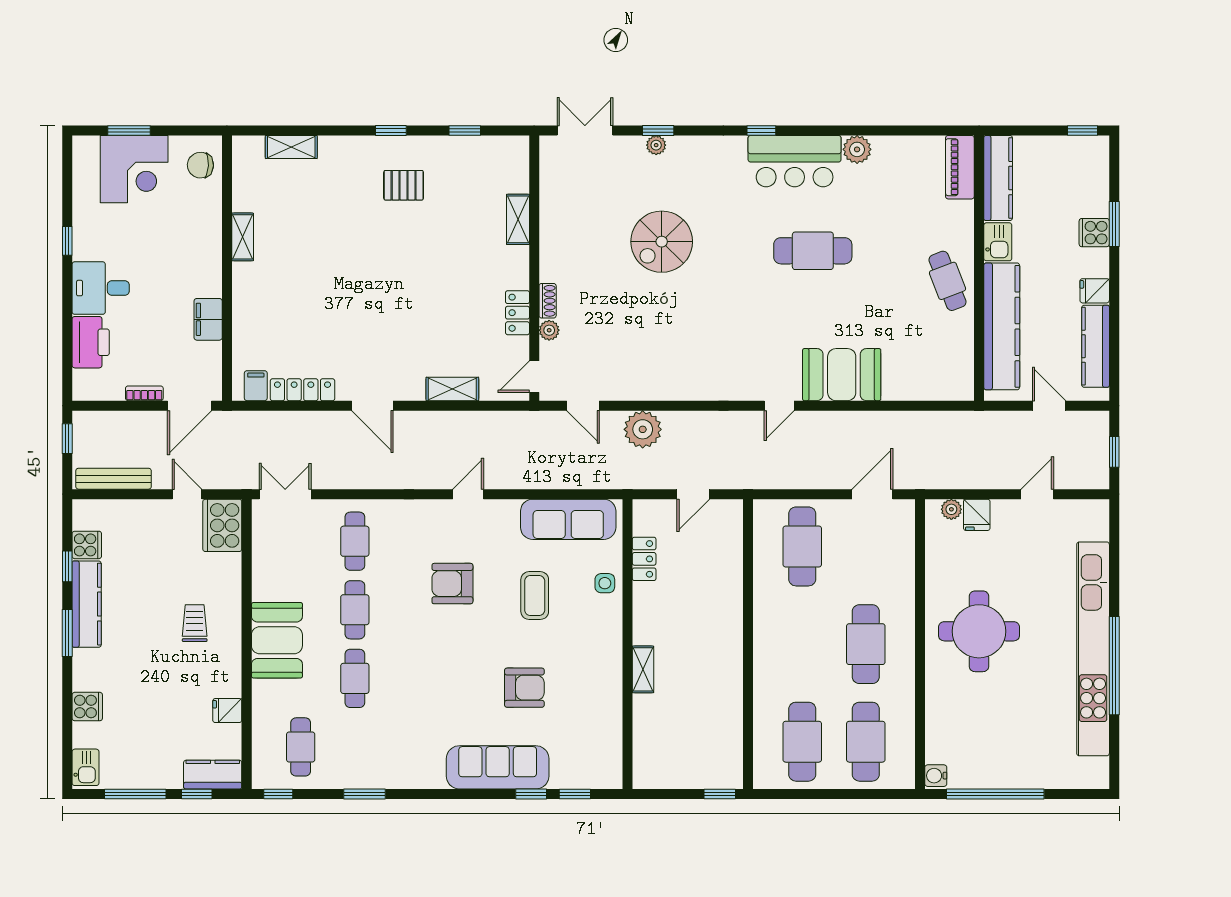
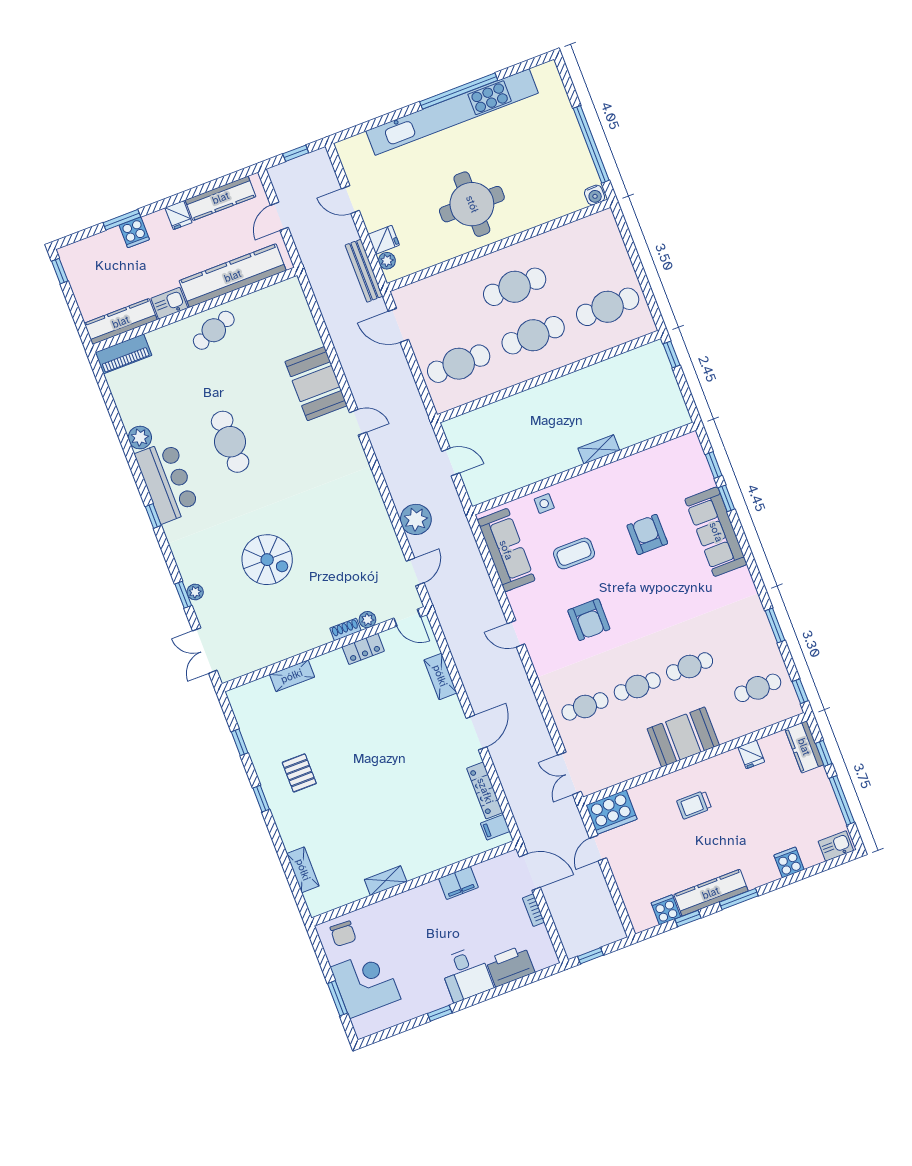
bench: (114, 479) -> (364, 271), moved
locker: (644, 559) -> (514, 481), removed
cafe table: (866, 742) -> (533, 335), moved

